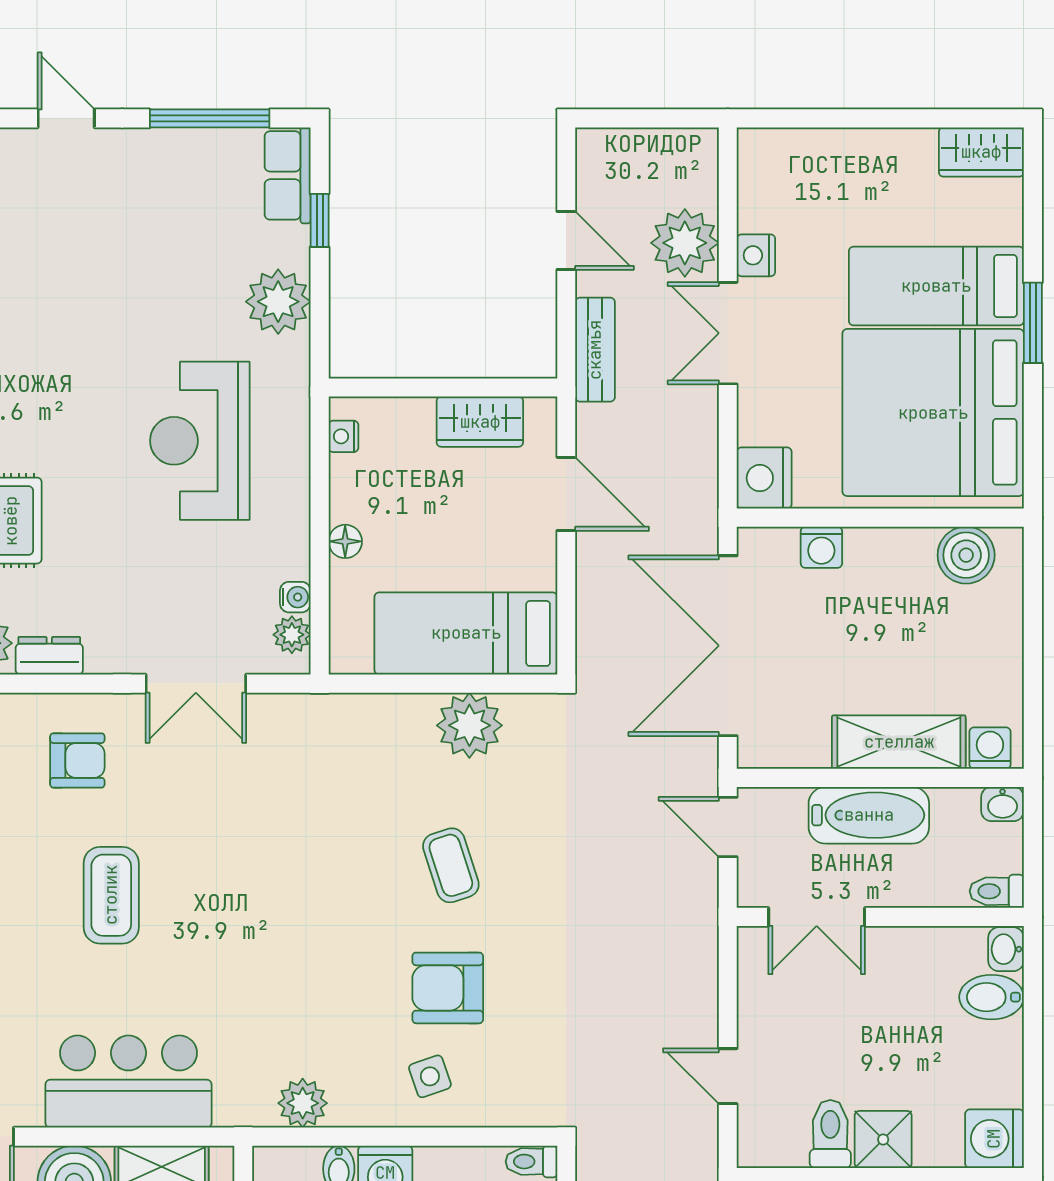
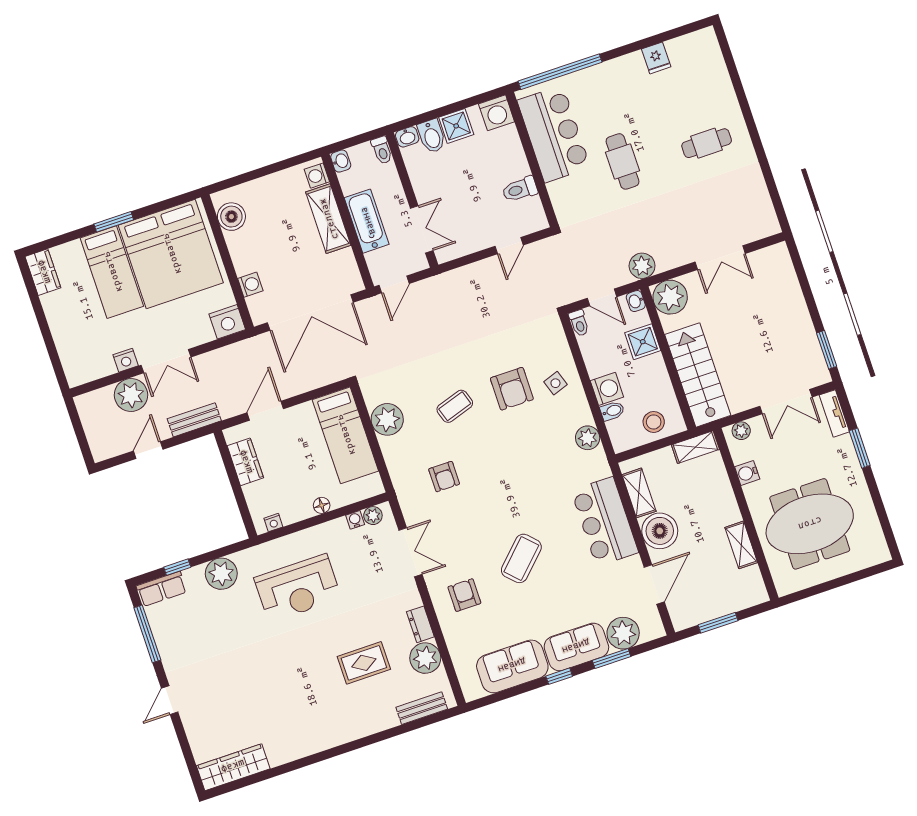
armchair: (321, 799) -> (444, 477), added
coffee table: (111, 895) -> (521, 558), turned -45
shower: (883, 1140) -> (456, 126), moved

